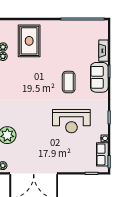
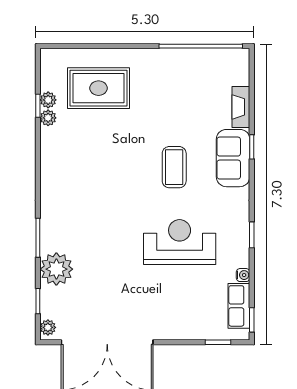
rug: (29, 41) -> (98, 88), turned 90
reception desk: (71, 121) -> (180, 242), turned 180

